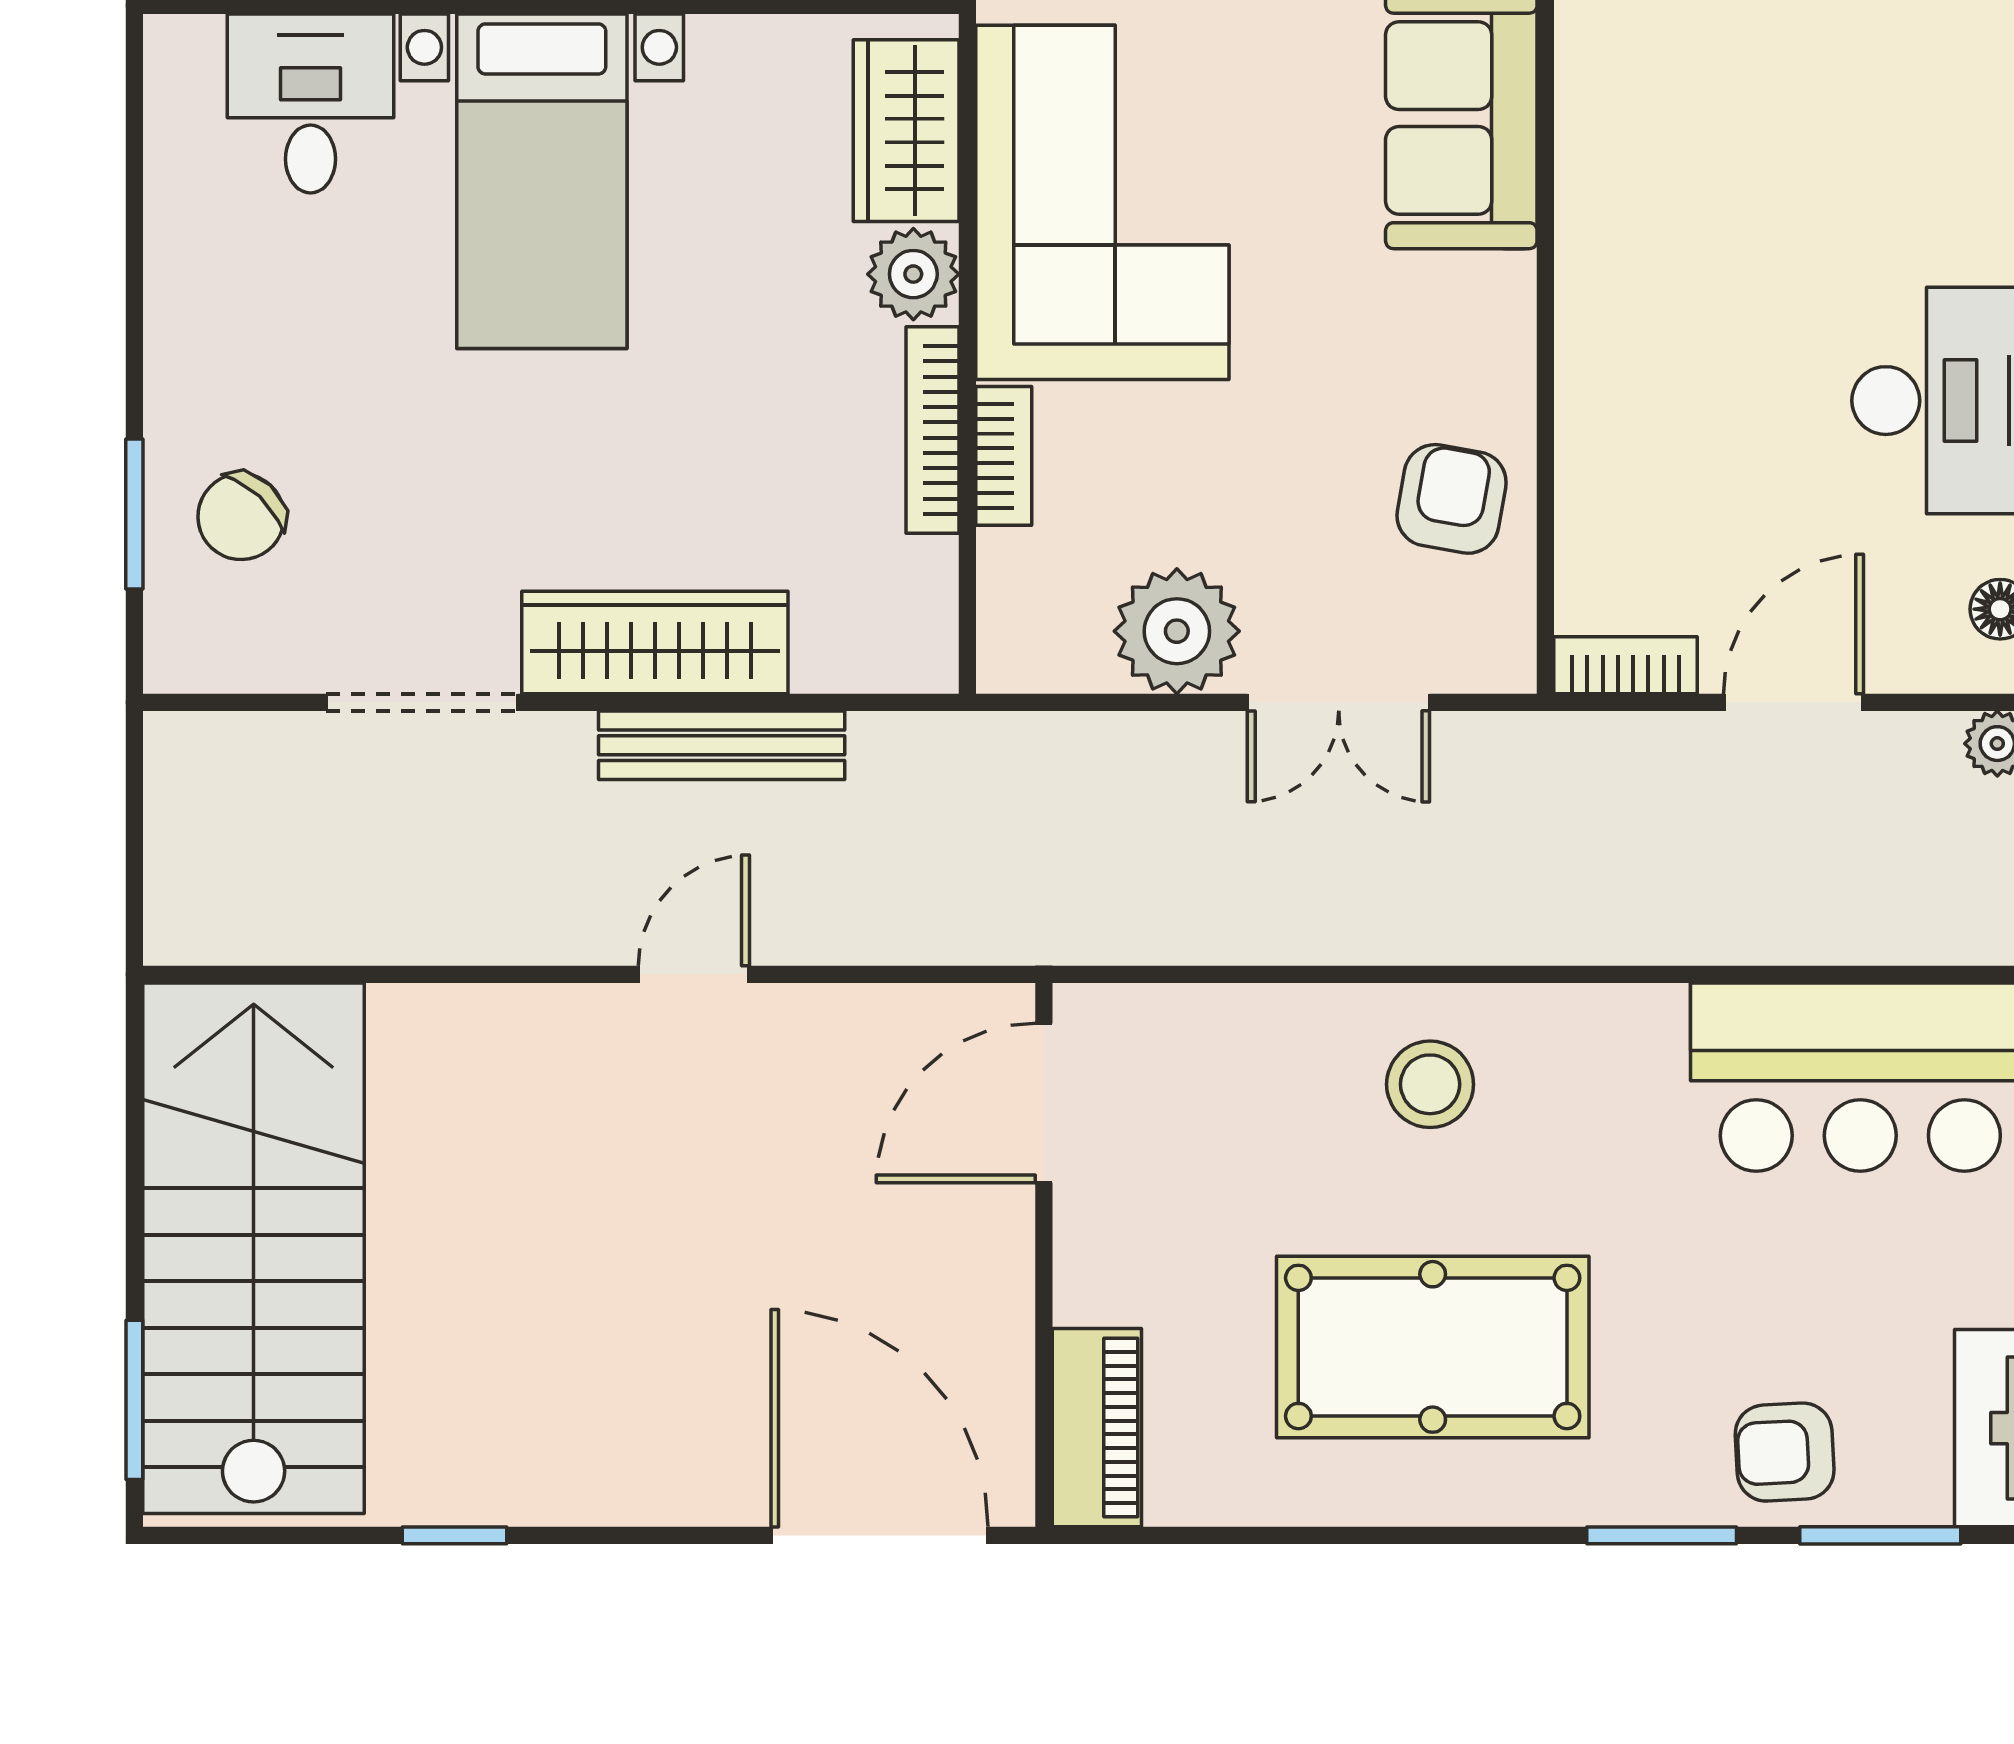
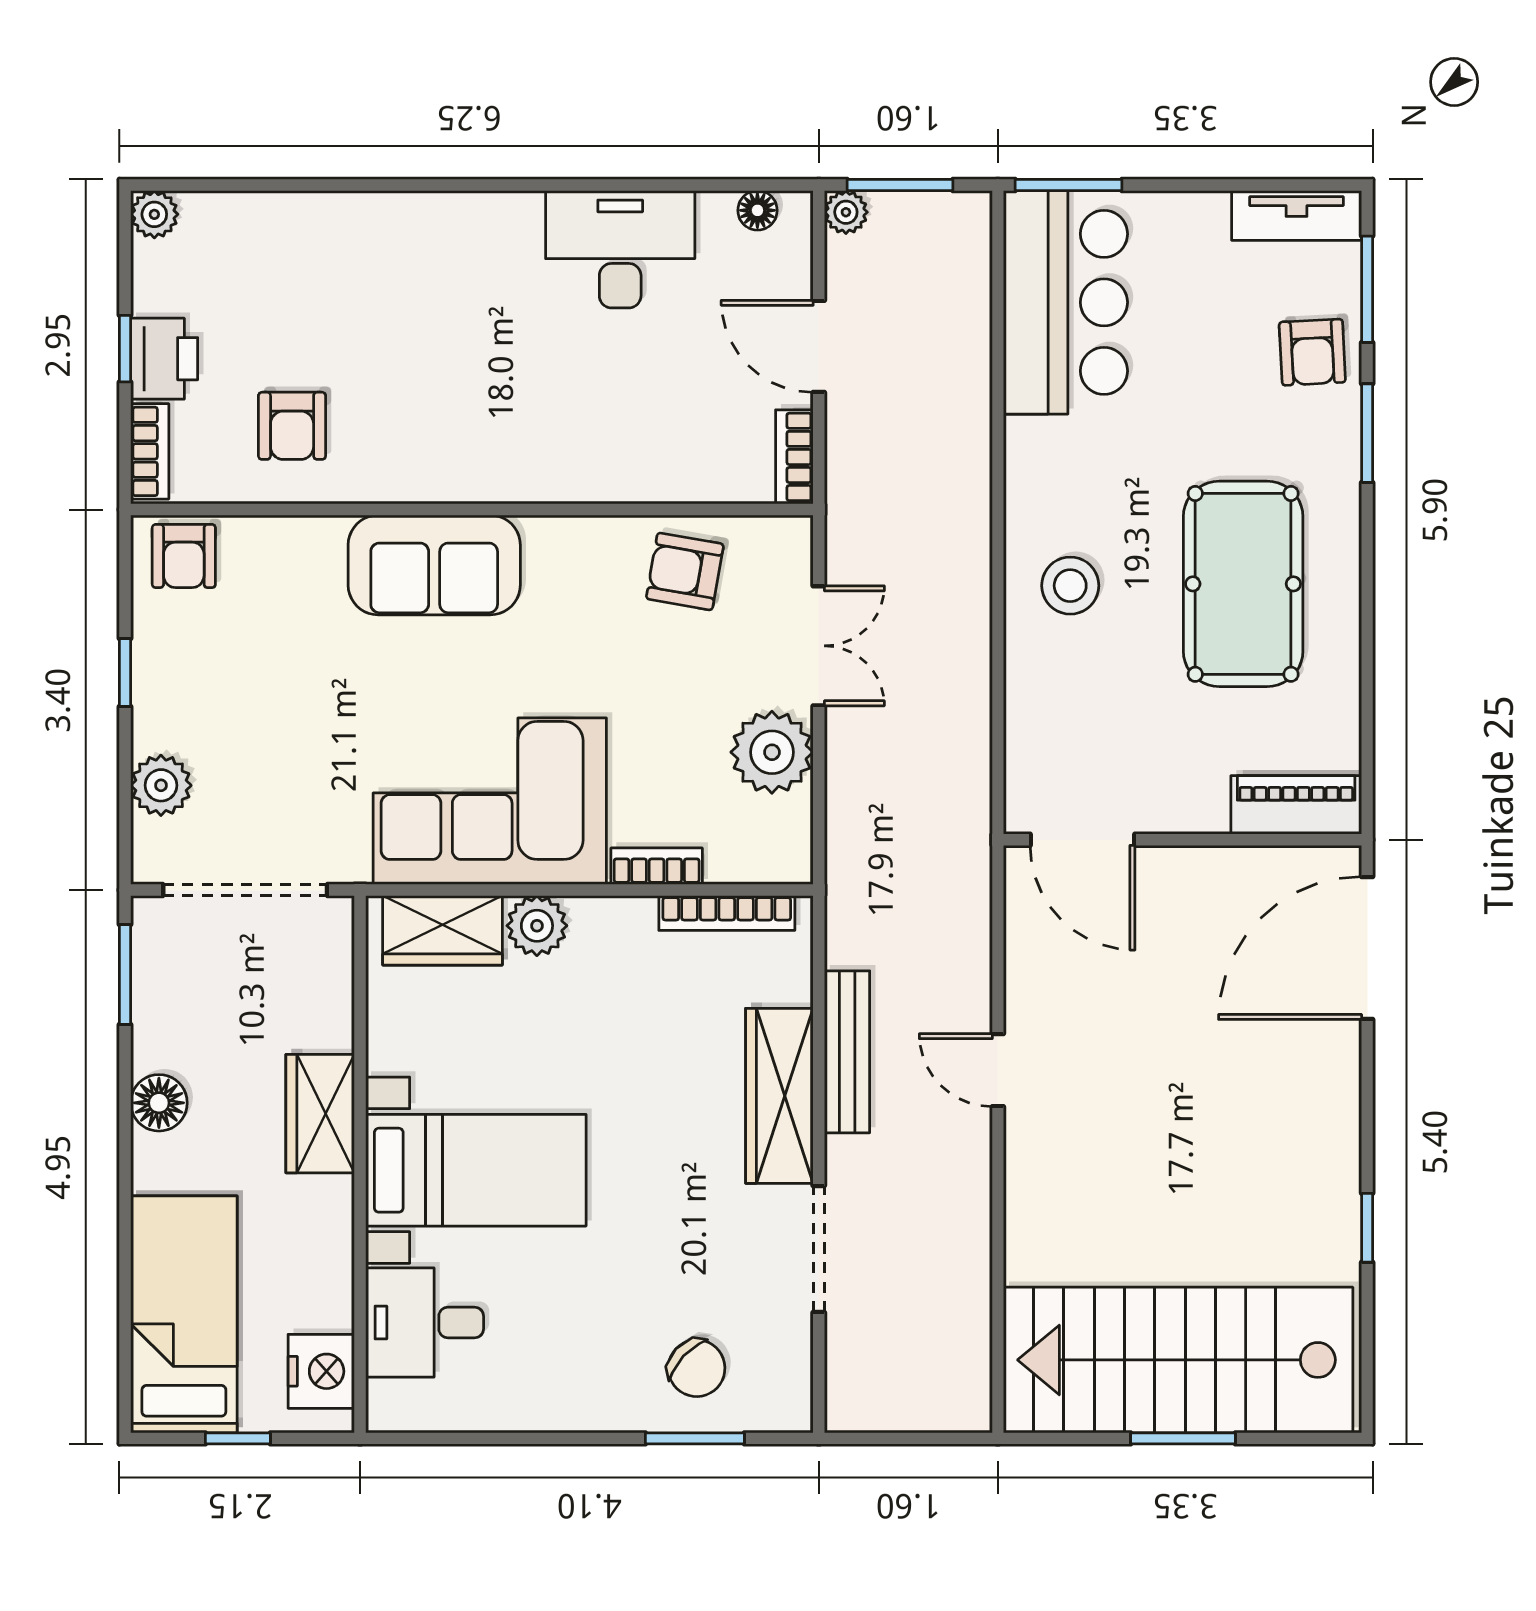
bookcase: (933, 430) -> (727, 913), moved
window: (134, 1400) -> (1183, 1438), moved

